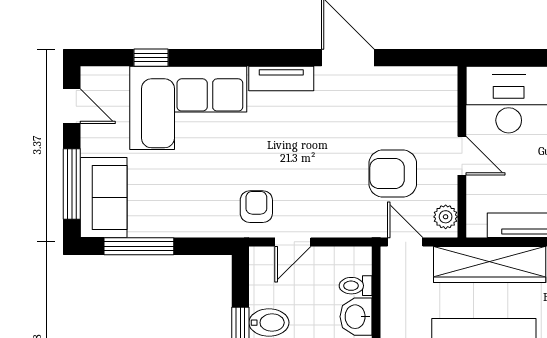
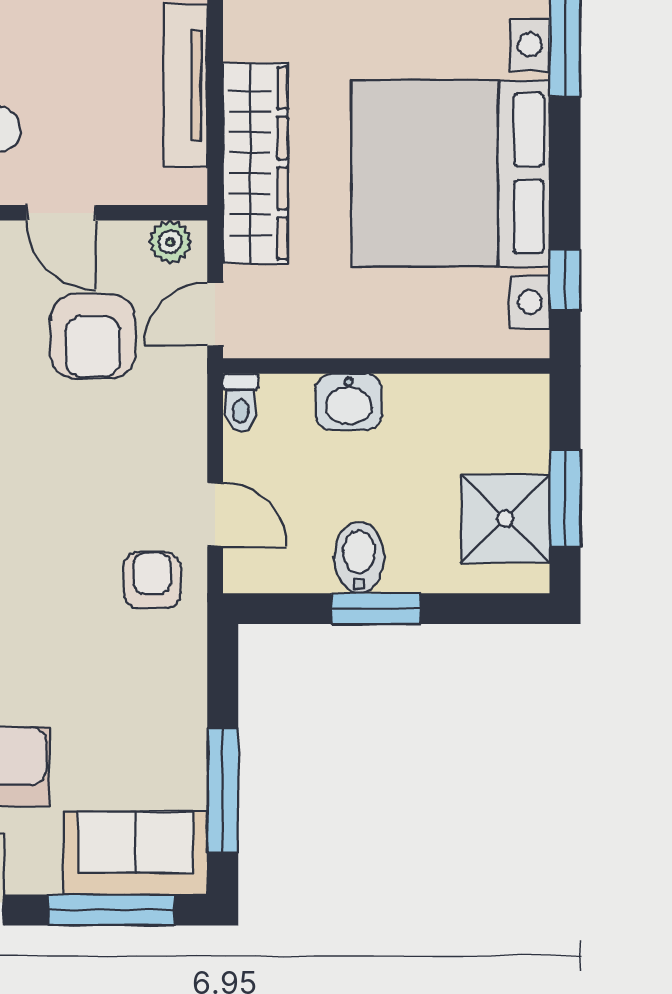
door: (462, 156) -> (61, 213), swing flipped
armchair: (256, 207) -> (152, 580), turned 90
toilet: (356, 286) -> (241, 403), moved

